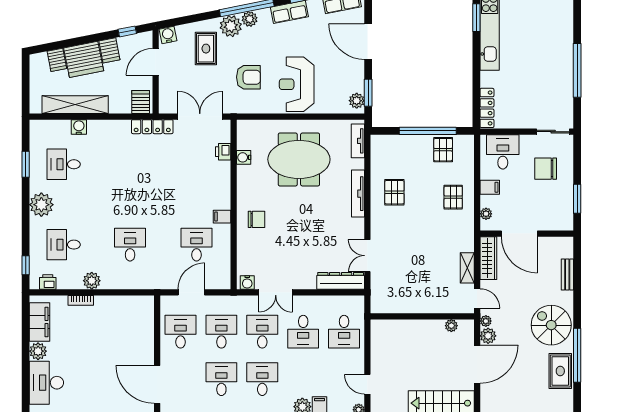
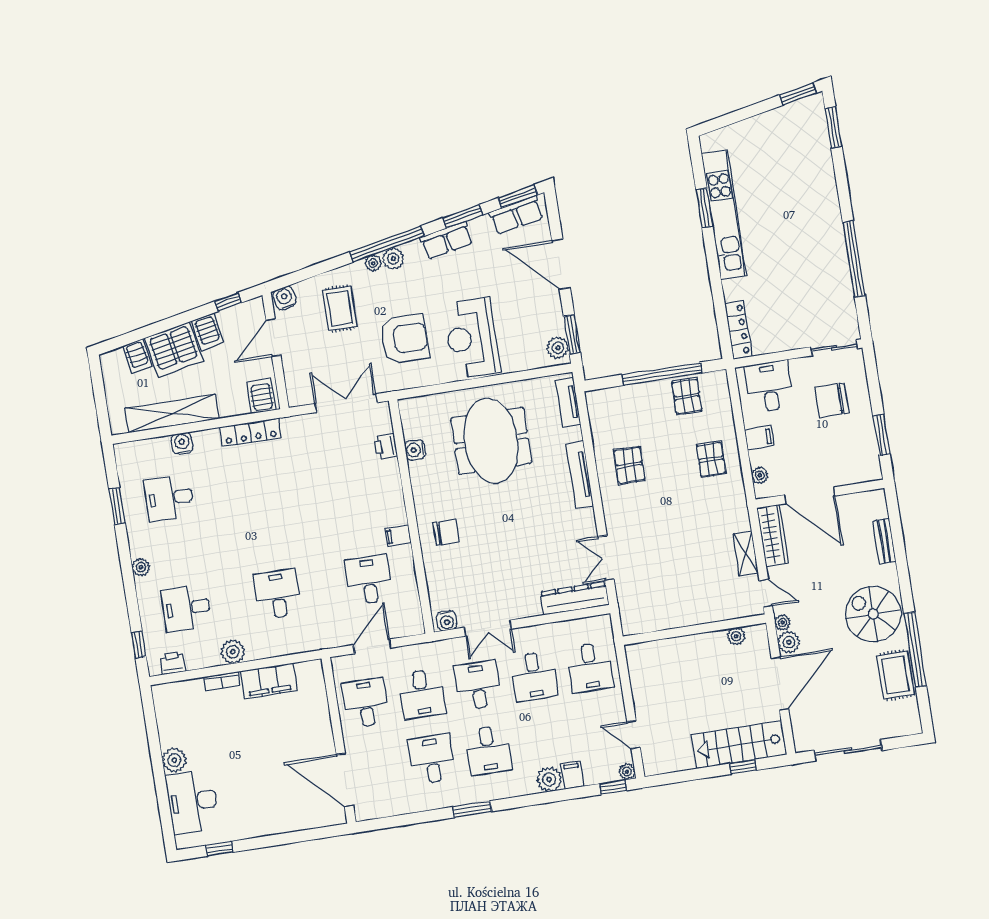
plant: (231, 26) -> (373, 263), width x0.53, depth x0.53
armchair: (248, 77) -> (404, 339), width x1.36, depth x1.36
locker: (152, 127) -> (250, 432), moved
meeting table: (299, 159) -> (491, 441), turned 90
plant: (41, 205) -> (141, 567), width x0.53, depth x0.53
filing cabinet: (39, 322) -> (269, 681), moved, turned 90
desk: (221, 332) -> (422, 694), turned 180
desk: (262, 379) -> (488, 750), turned 180

